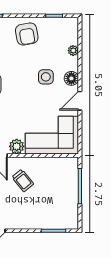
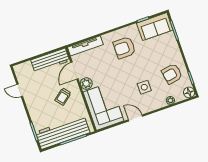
armchair: (27, 34) -> (172, 74), moved
floor lamp: (71, 78) -> (189, 92), moved
workbench: (66, 196) -> (63, 132), added

